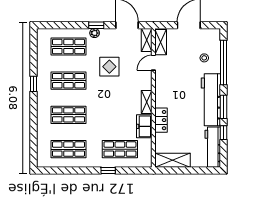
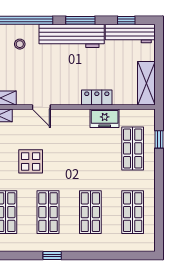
door: (153, 63) -> (41, 107), moved
shelving: (147, 102) -> (74, 115), removed
window: (223, 133) -> (126, 20), moved
window: (108, 170) -> (159, 139), moved

